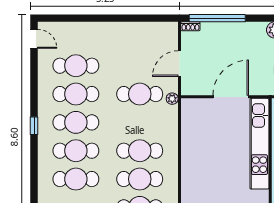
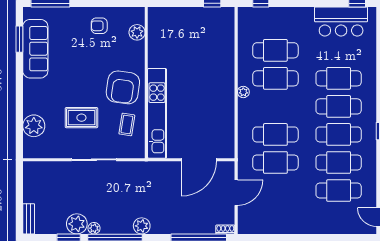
door: (231, 97) -> (199, 160), moved
plant: (172, 99) -> (243, 92), moved
cafe table: (140, 151) -> (275, 134), moved

